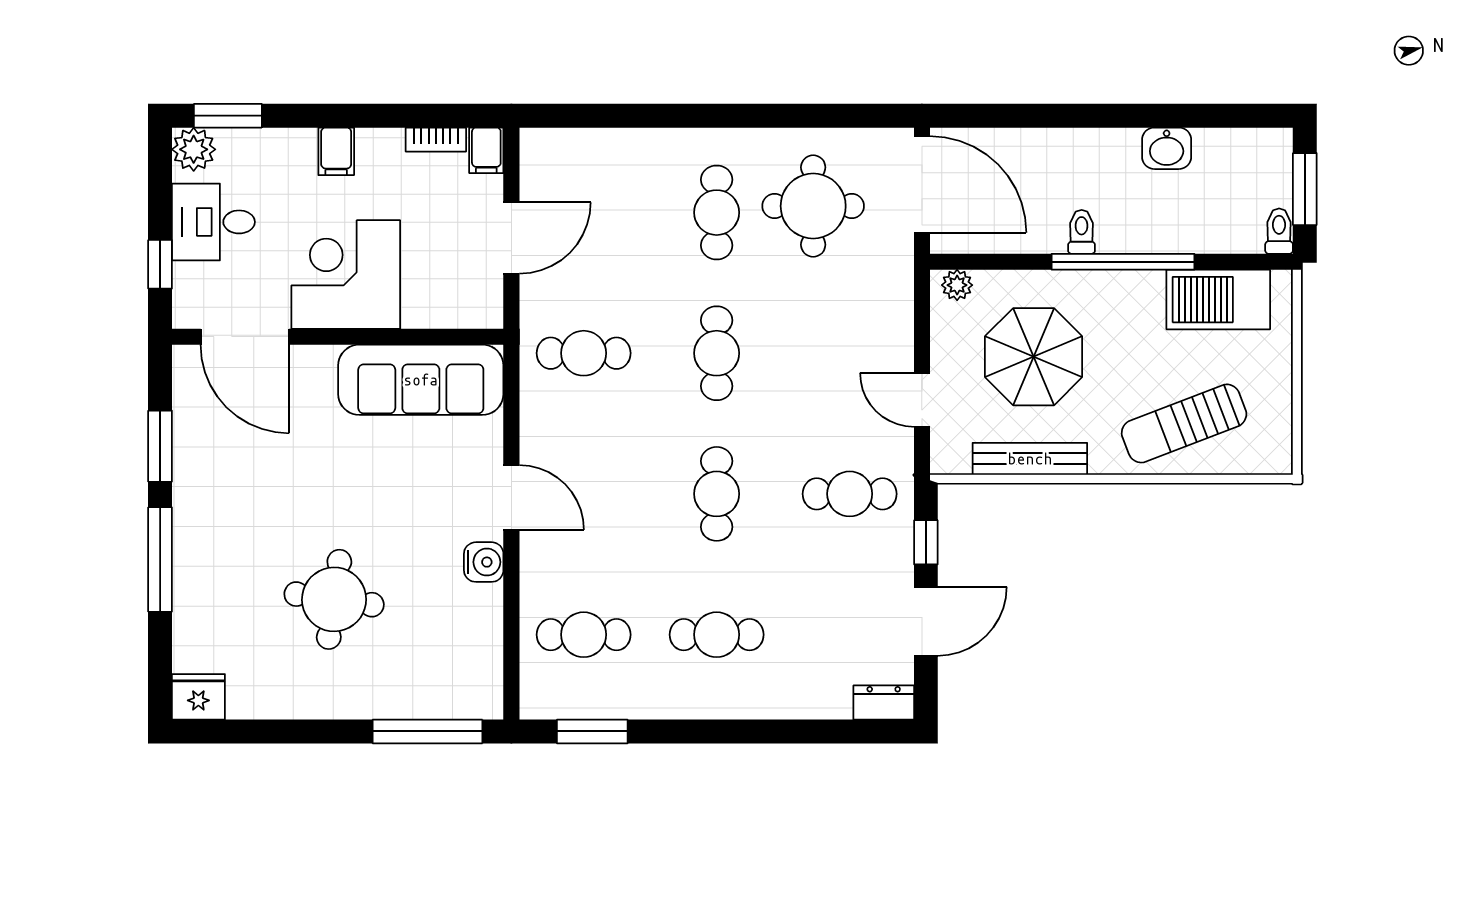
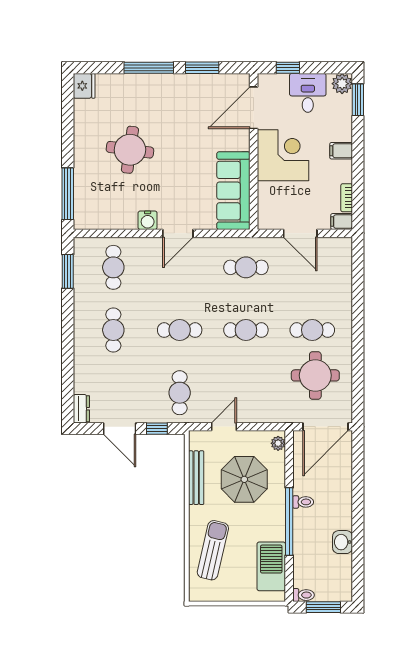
cafe table: (584, 353) -> (246, 267), turned 90
sun lounger: (1184, 423) -> (213, 550), turned 34

